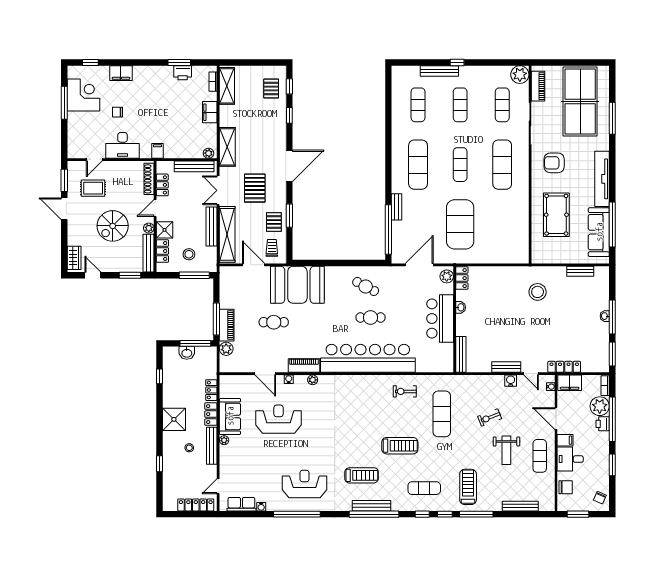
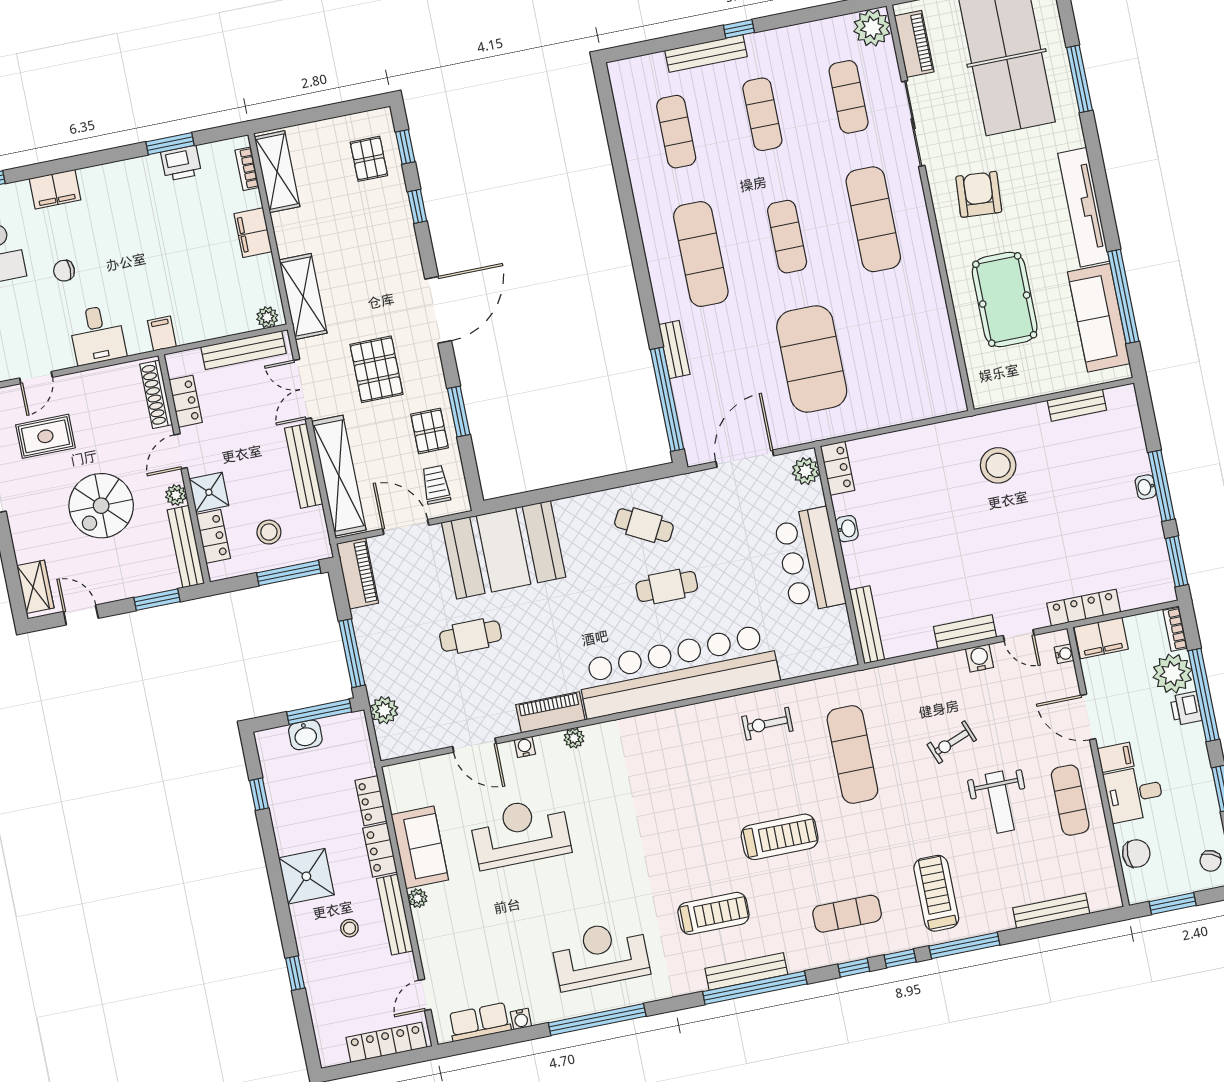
desk: (123, 145) -> (97, 335), width x0.73
armchair: (554, 163) -> (979, 194), turned 94
piano: (227, 325) -> (358, 573), moved

